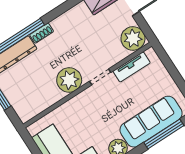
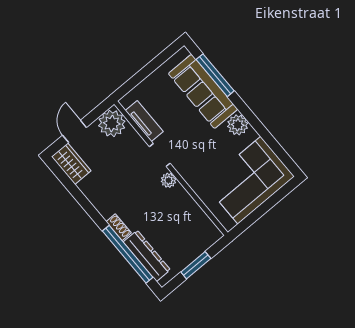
plant: (69, 80) -> (168, 180), width x0.53, depth x0.53

